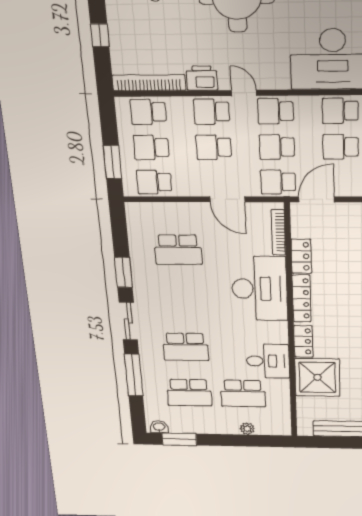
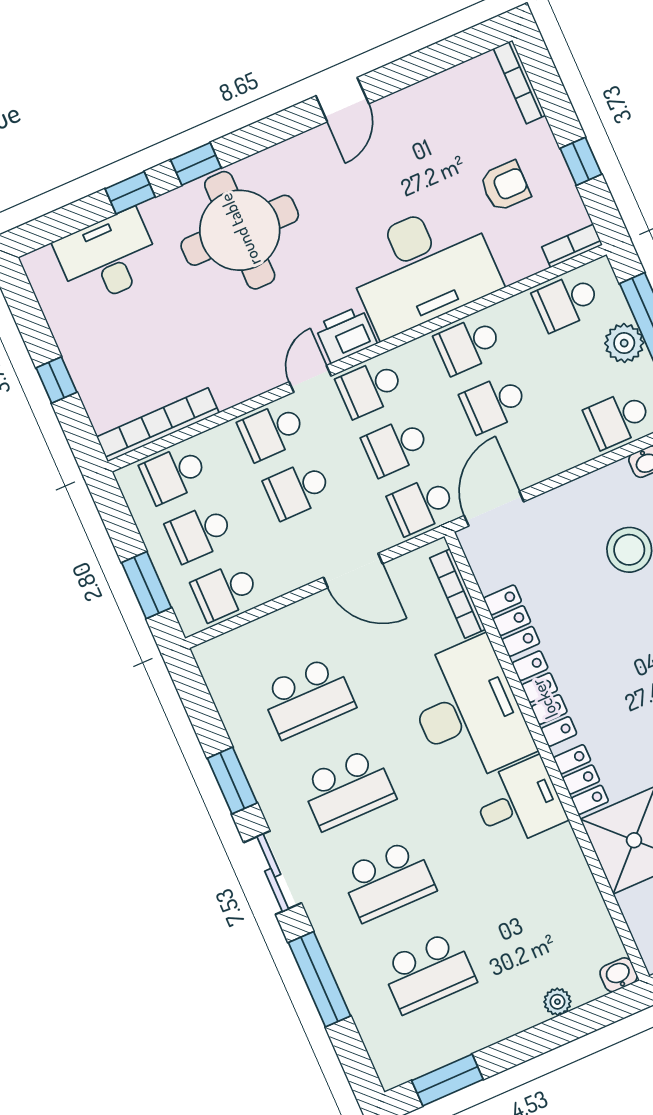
printer: (202, 78) -> (346, 335), moved
door: (244, 93) -> (310, 379), hinge flipped
desk: (268, 361) -> (519, 803), moved
school desk: (243, 394) -> (348, 789), moved
washbasin: (159, 427) -> (619, 975), moved

